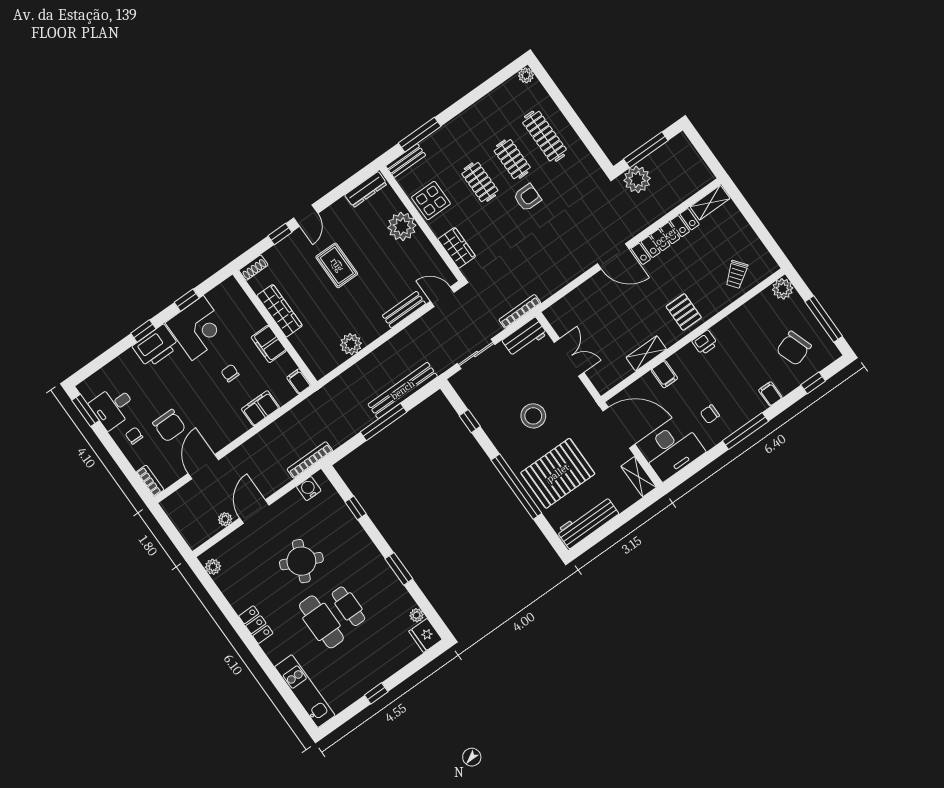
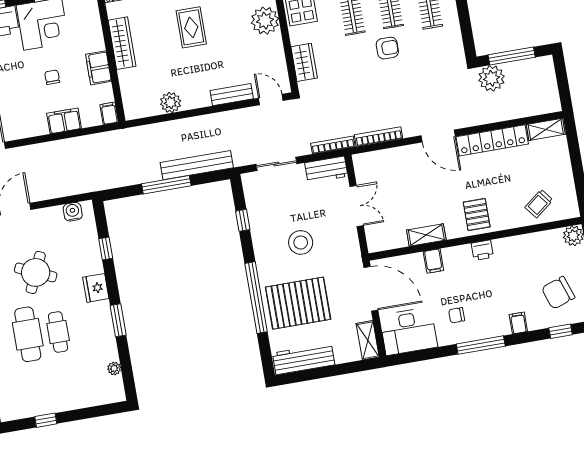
bookcase: (310, 460) -> (379, 137), moved
fridge: (425, 635) -> (96, 288), moved

